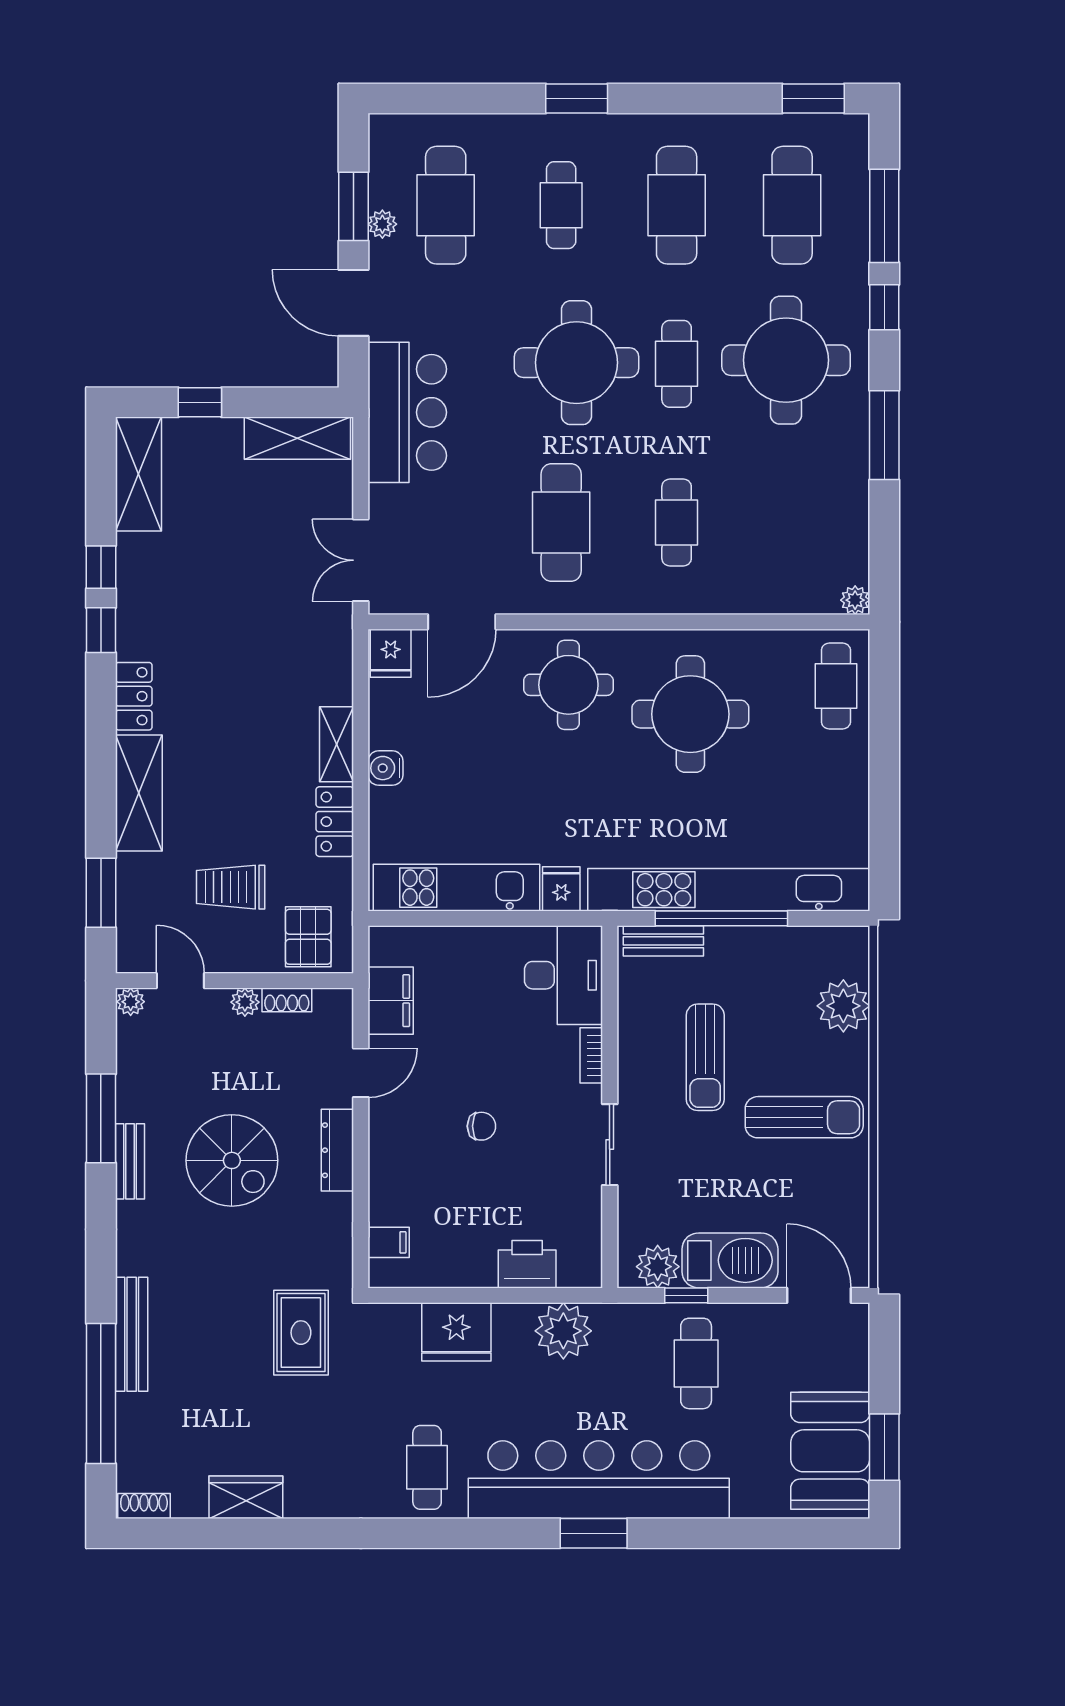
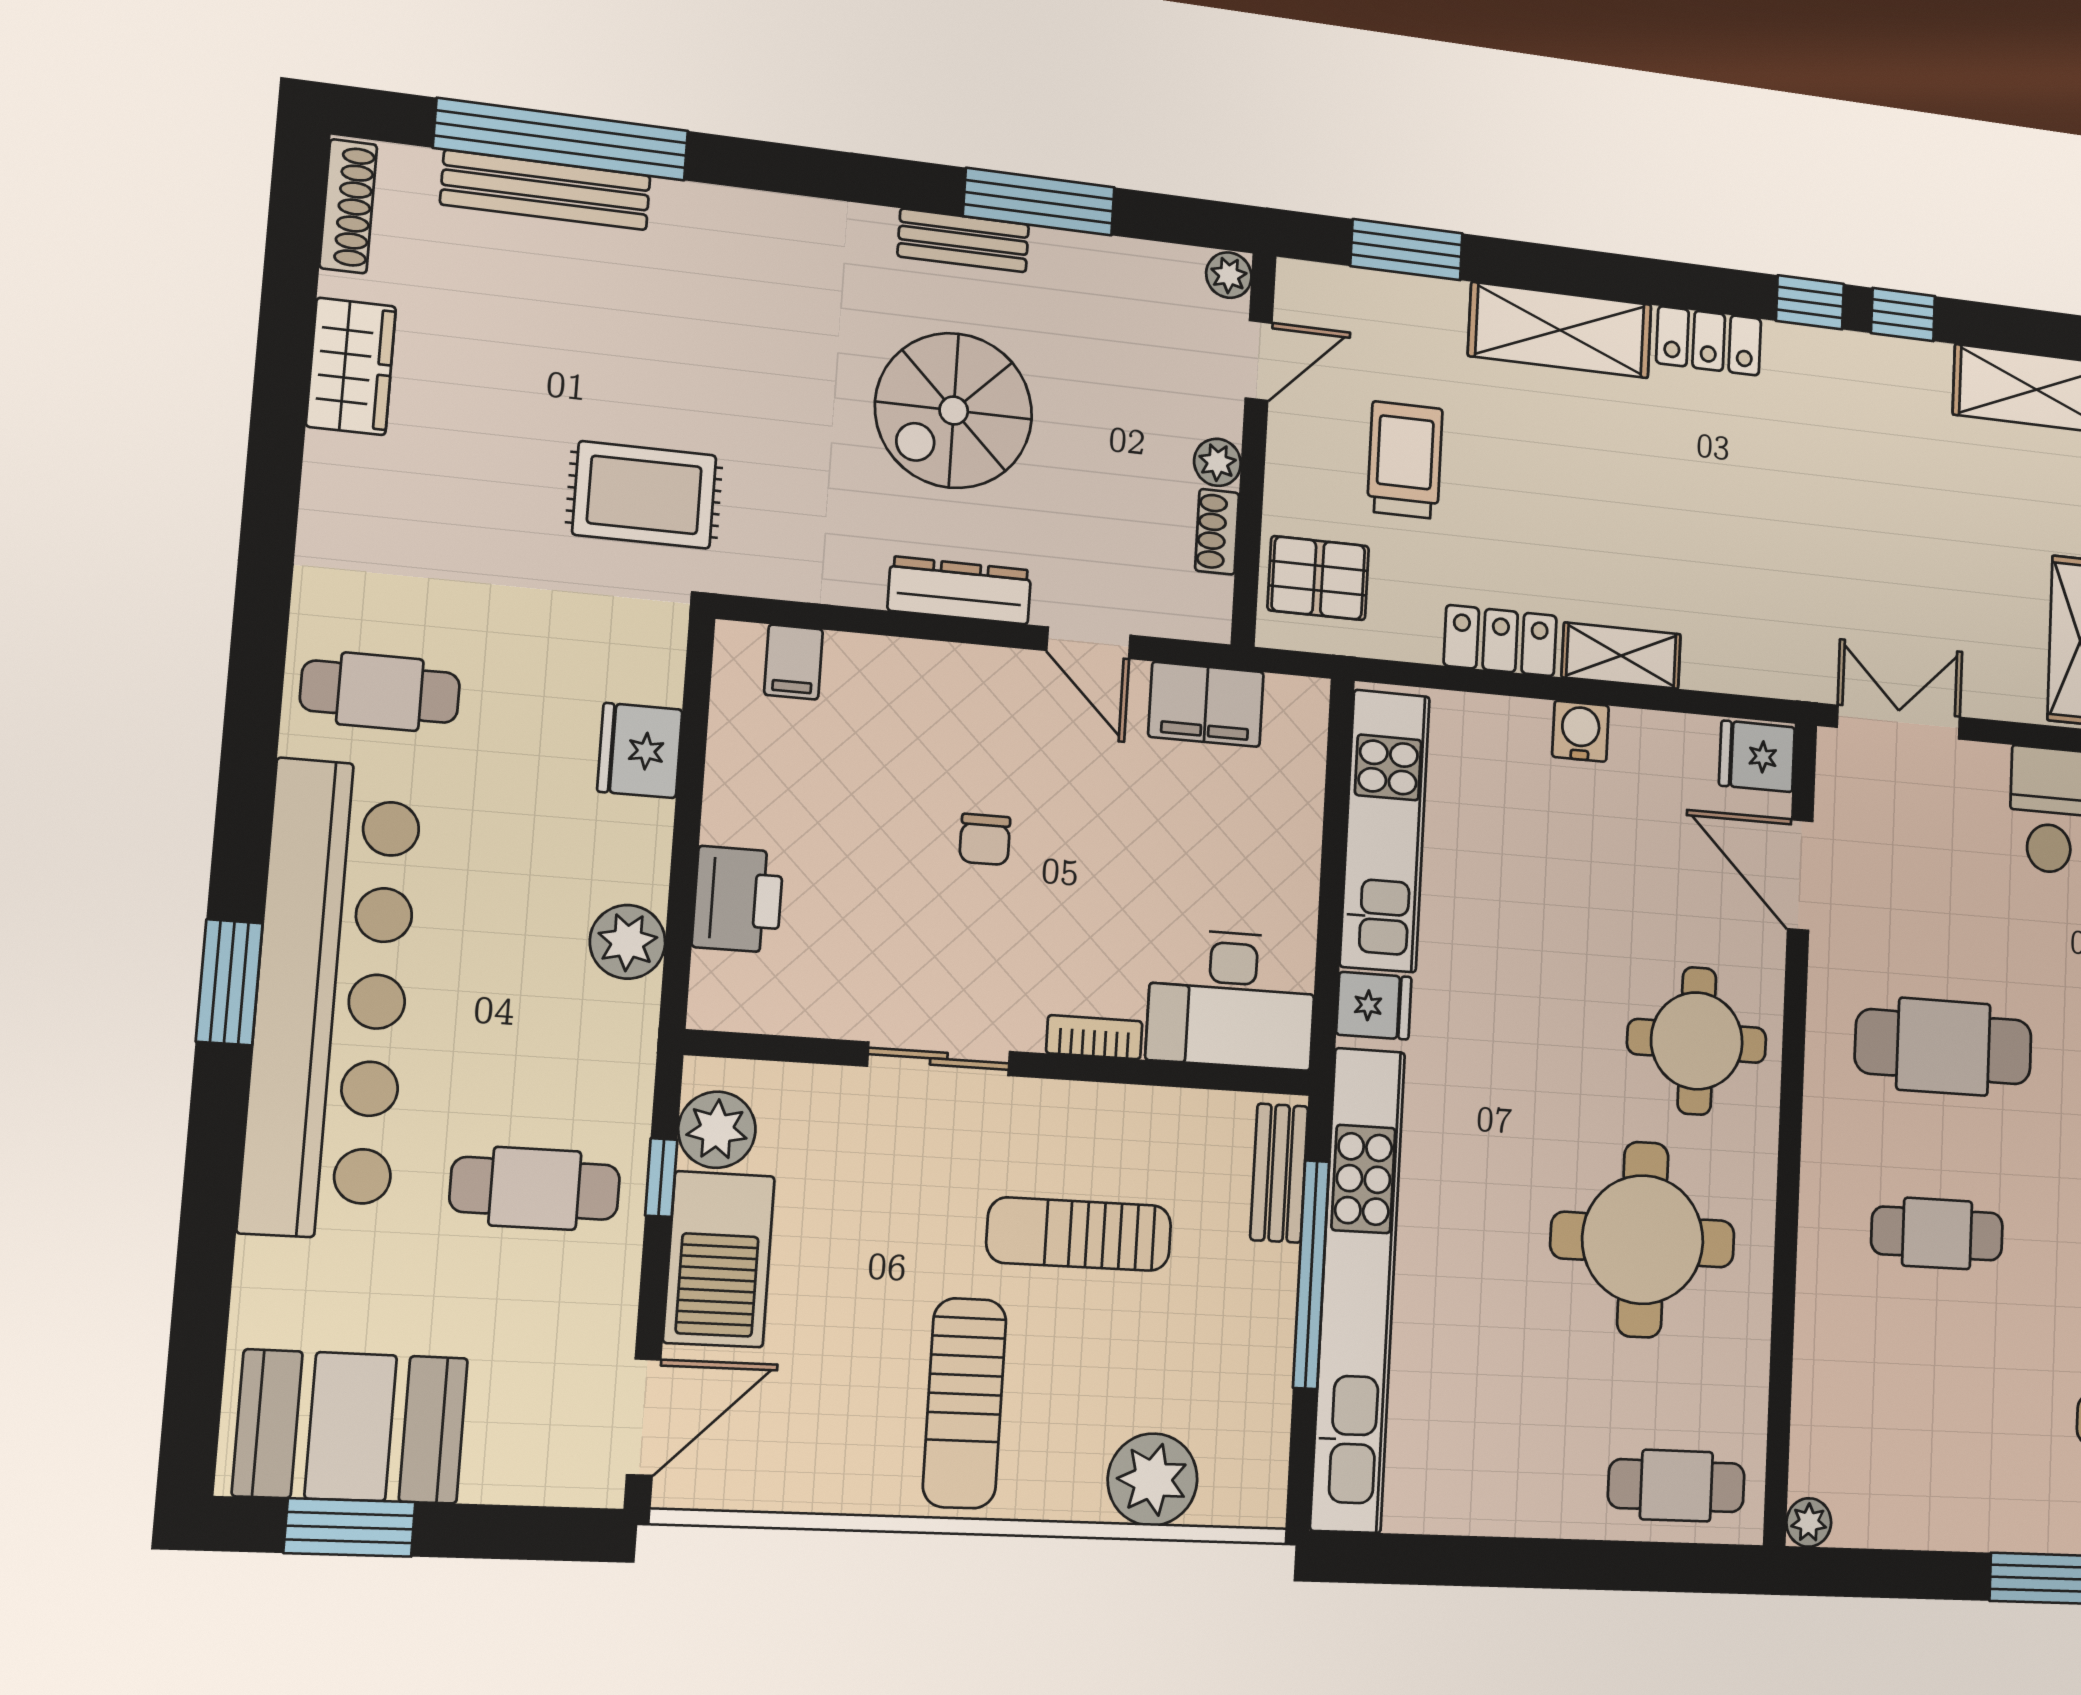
plant: (563, 1331) -> (627, 942), width x0.73, depth x0.73
fridge: (456, 1332) -> (640, 750), width x0.73, depth x0.75
bench: (132, 1334) -> (546, 190), moved
shoe rack: (144, 1506) -> (348, 206), width x1.43

